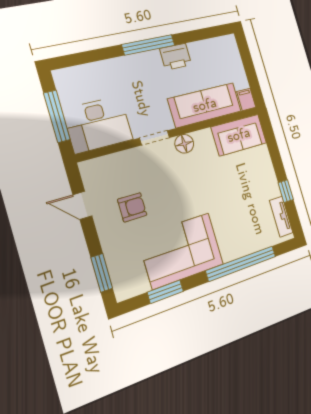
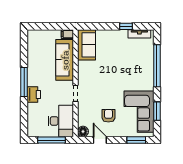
printer: (176, 57) -> (34, 94), moved
floor lamp: (184, 144) -> (83, 131), moved
door: (82, 205) -> (100, 140), swing flipped
corner sofa: (181, 251) -> (139, 112), moved

